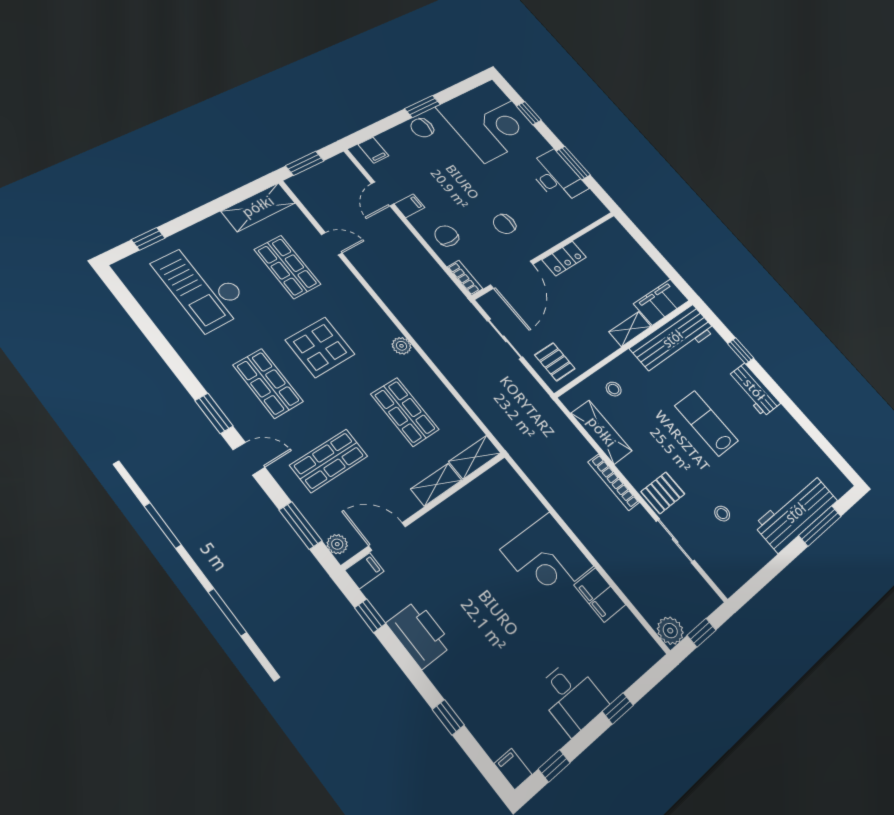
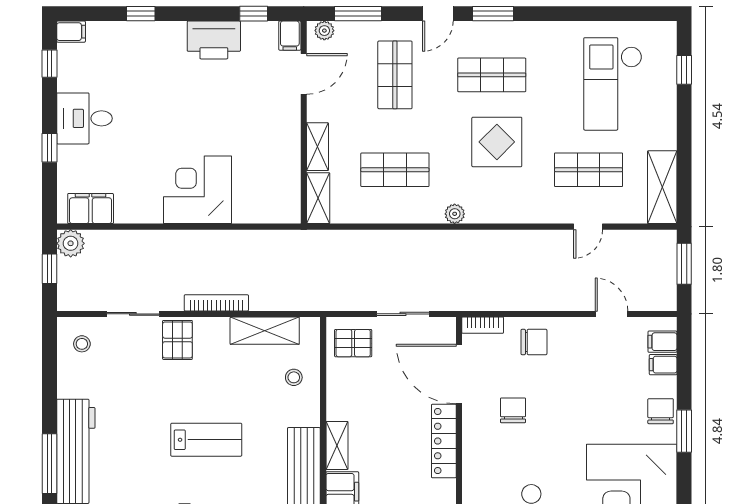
filing cabinet: (409, 206) -> (663, 365), moved, turned 90
locker: (564, 258) -> (444, 441), width x1.53
checkout: (202, 286) -> (613, 84), turned -90
stool: (722, 514) -> (82, 344), moved
filing cabinet: (600, 595) -> (91, 209), moved

